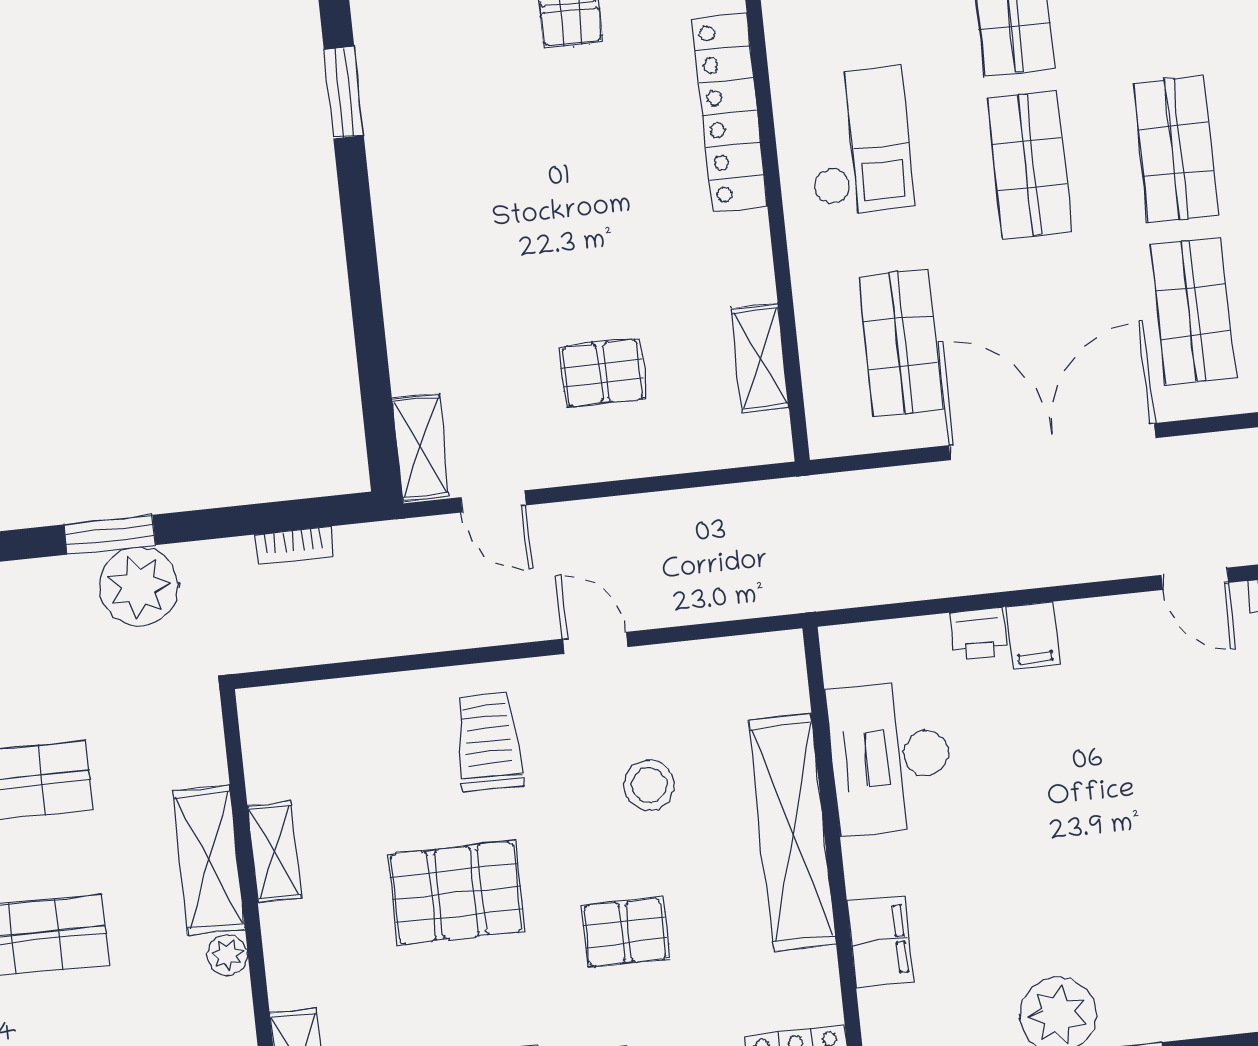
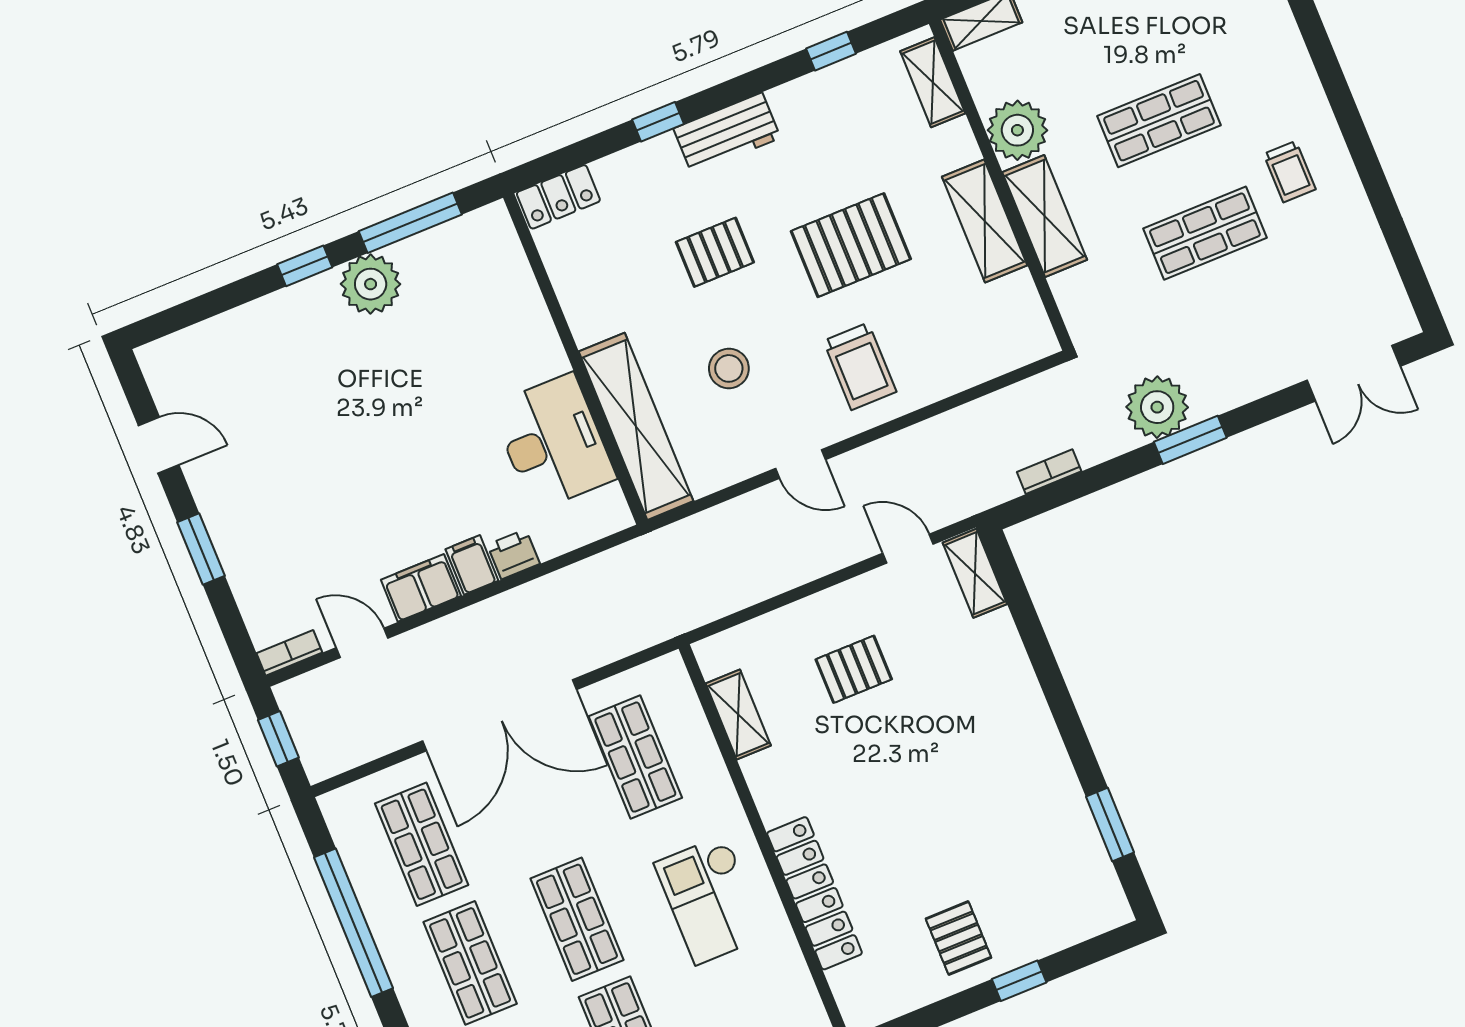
shelving: (792, 832) -> (636, 426), moved
shelving: (274, 852) -> (985, 221), width x1.50, depth x1.33
filing cabinet: (880, 941) -> (421, 588), moved, turned 90
plant: (228, 955) -> (1017, 130), width x1.88, depth x1.88

